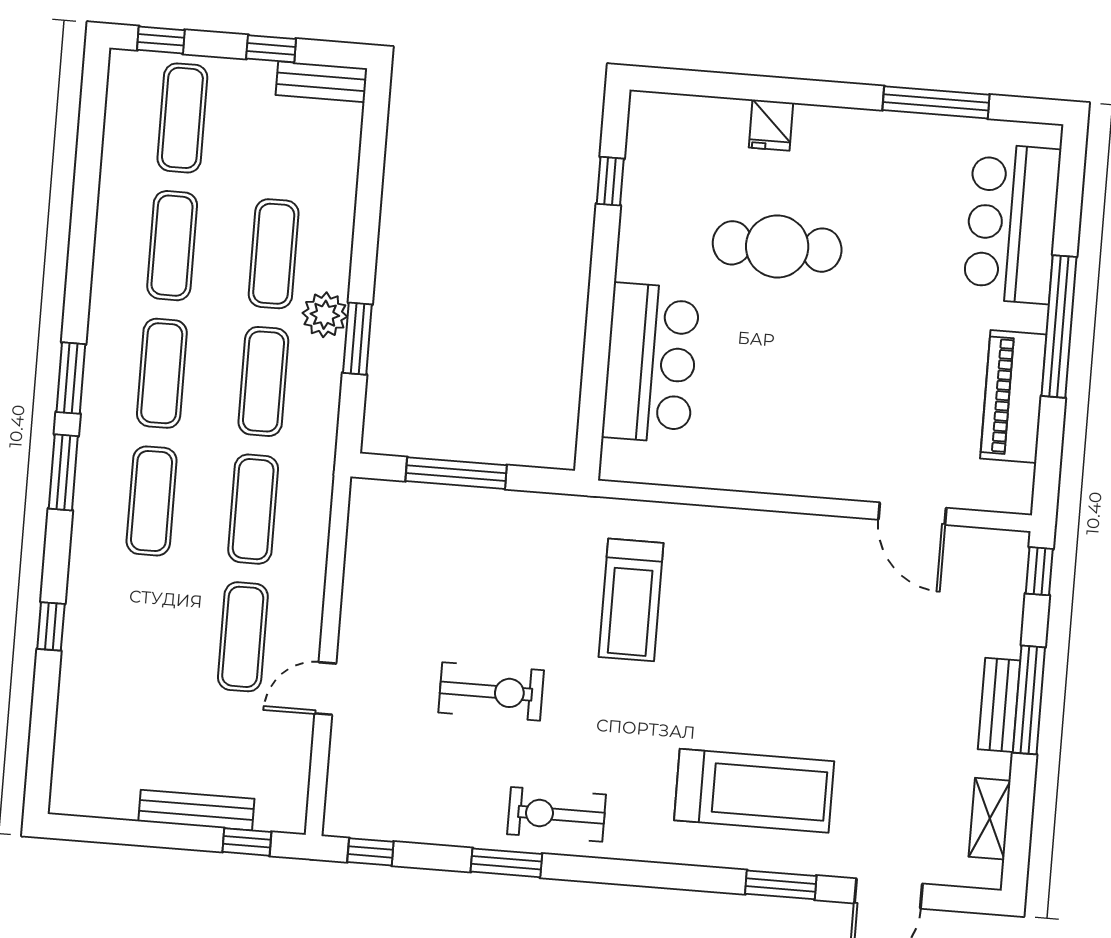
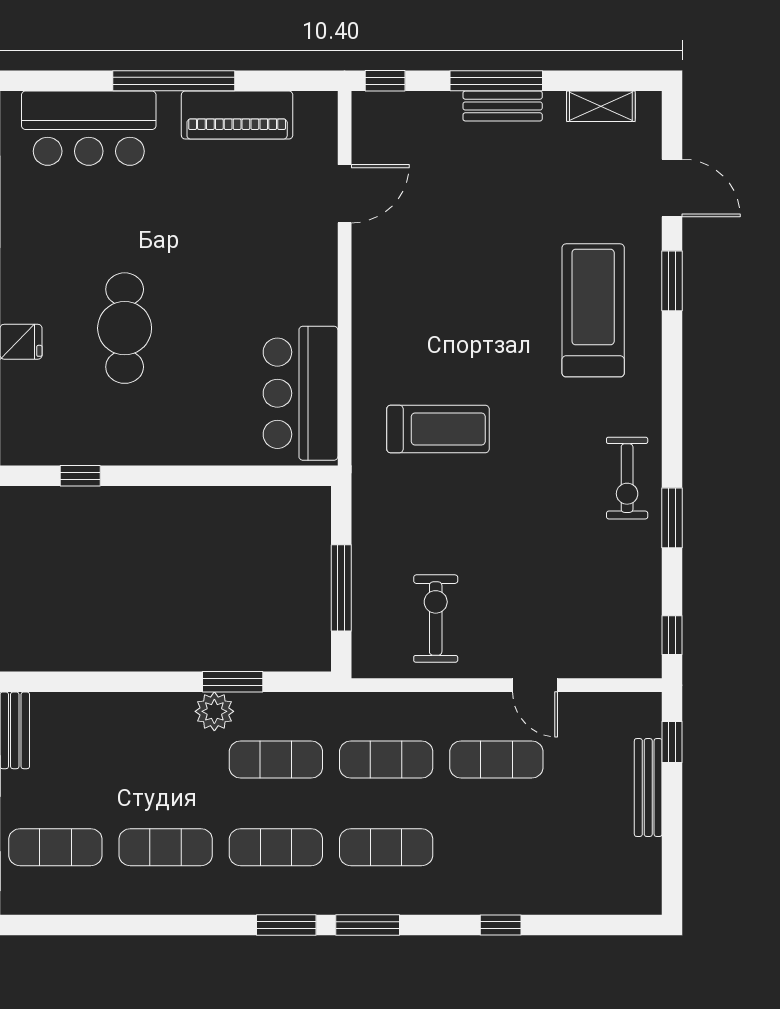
exercise mat: (274, 254) -> (166, 760), removed
bar counter: (651, 363) -> (301, 393), moved, turned -90
exercise bike: (491, 691) -> (436, 619), moved

